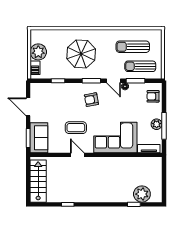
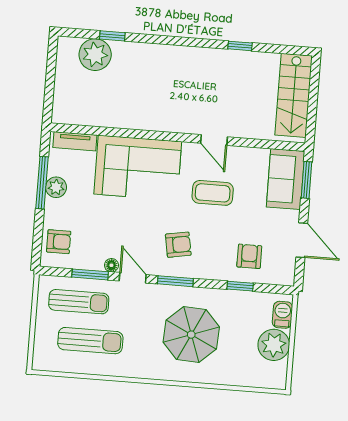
armchair: (54, 96) -> (249, 256), added

